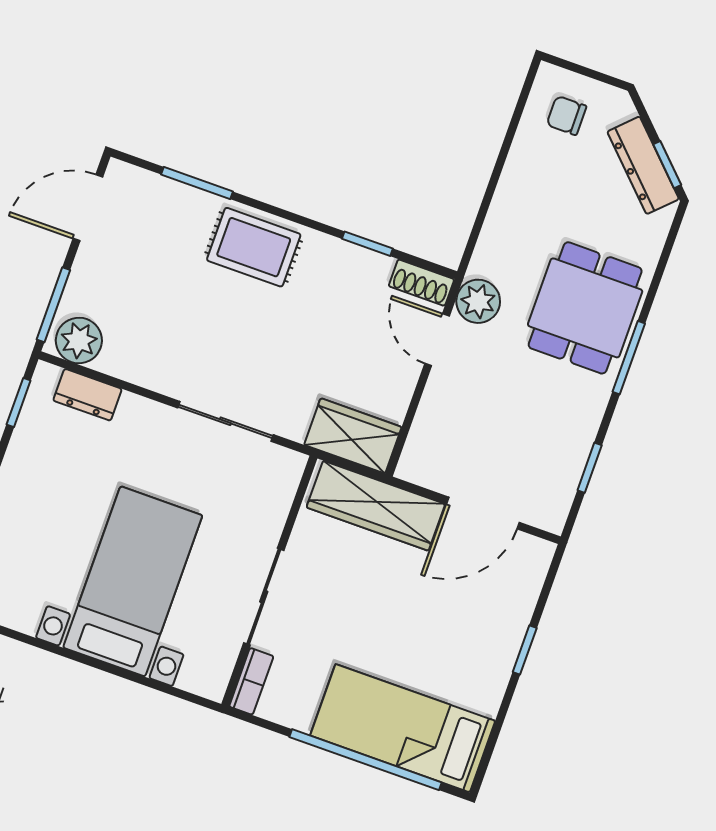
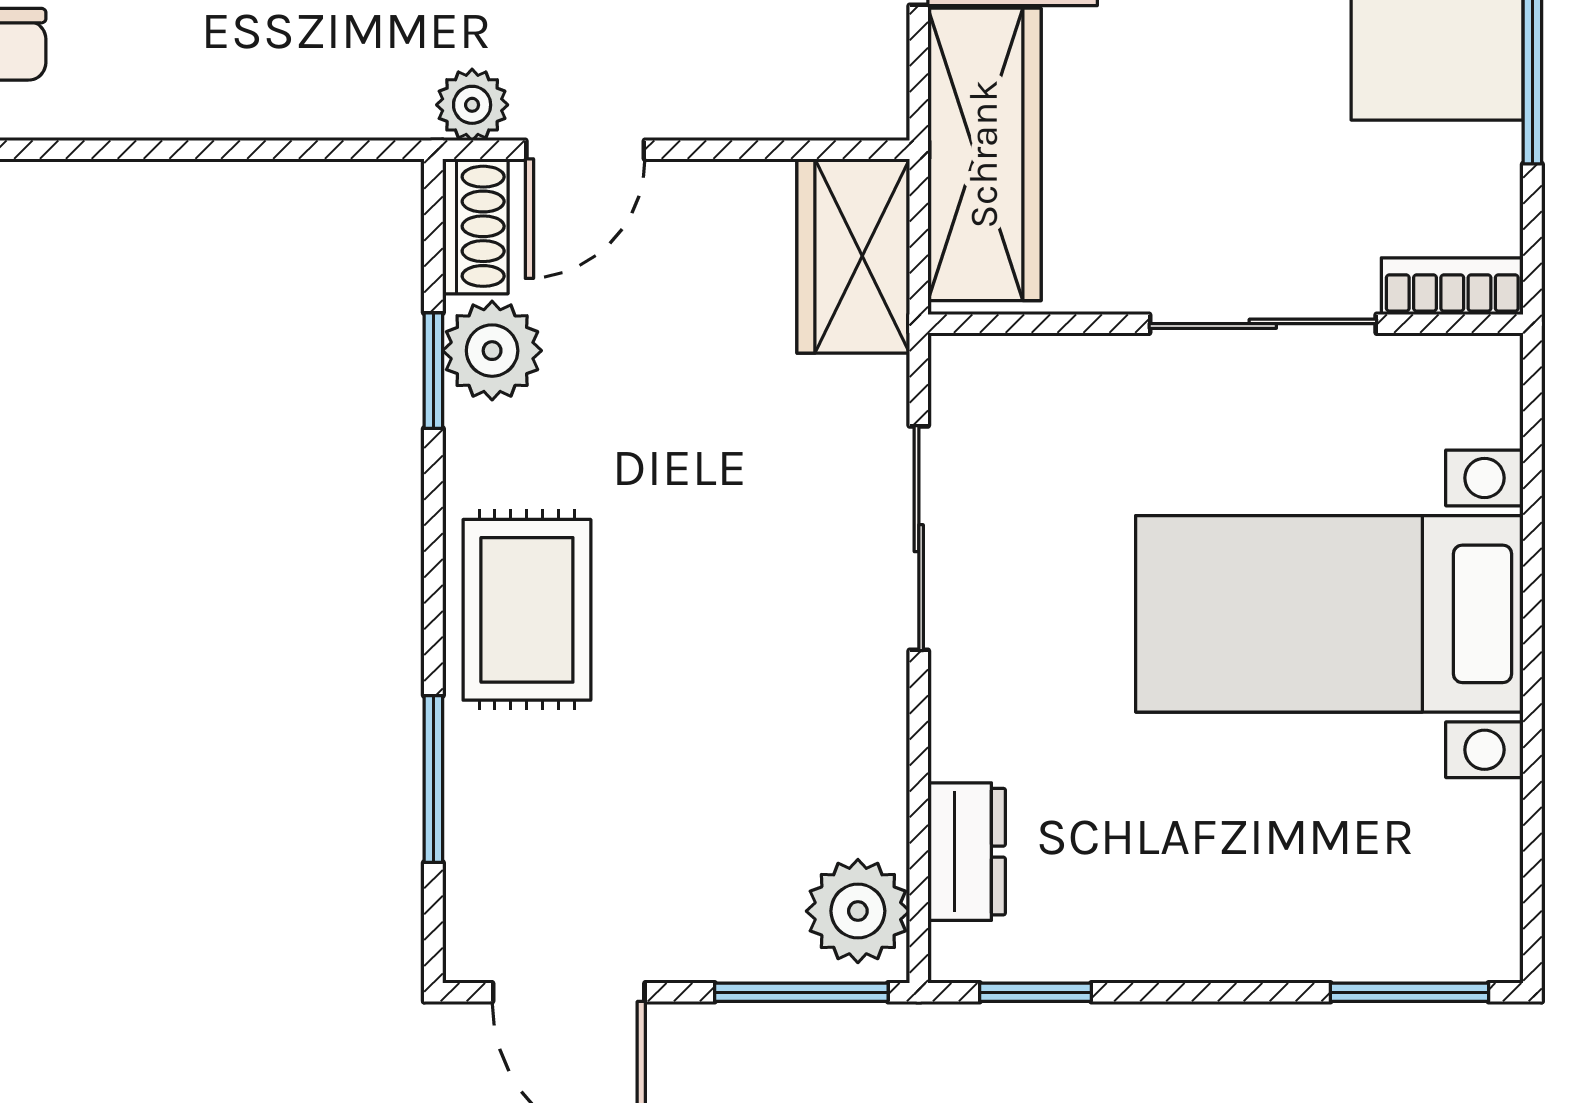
plant: (367, 271) -> (492, 351), added
plant: (478, 301) -> (472, 105), width x0.73, depth x0.73

